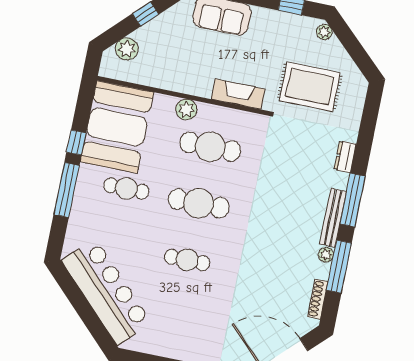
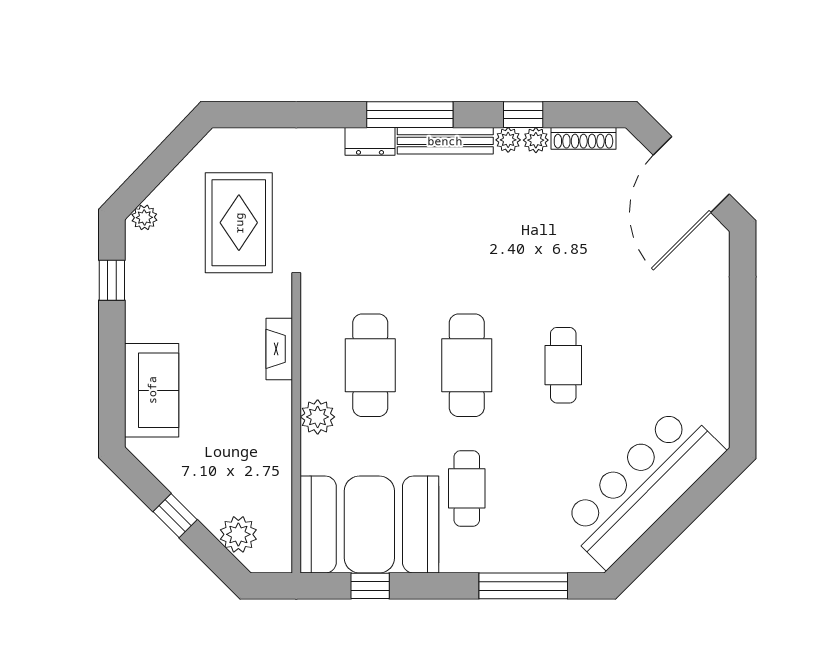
fireplace: (238, 94) -> (279, 349), width x0.73, depth x0.76
window: (76, 143) -> (370, 586), moved
dresser: (345, 157) -> (370, 141), moved
window: (67, 190) -> (523, 586), moved
window: (339, 267) -> (523, 115), width x0.46
plant: (322, 271) -> (536, 140), added

